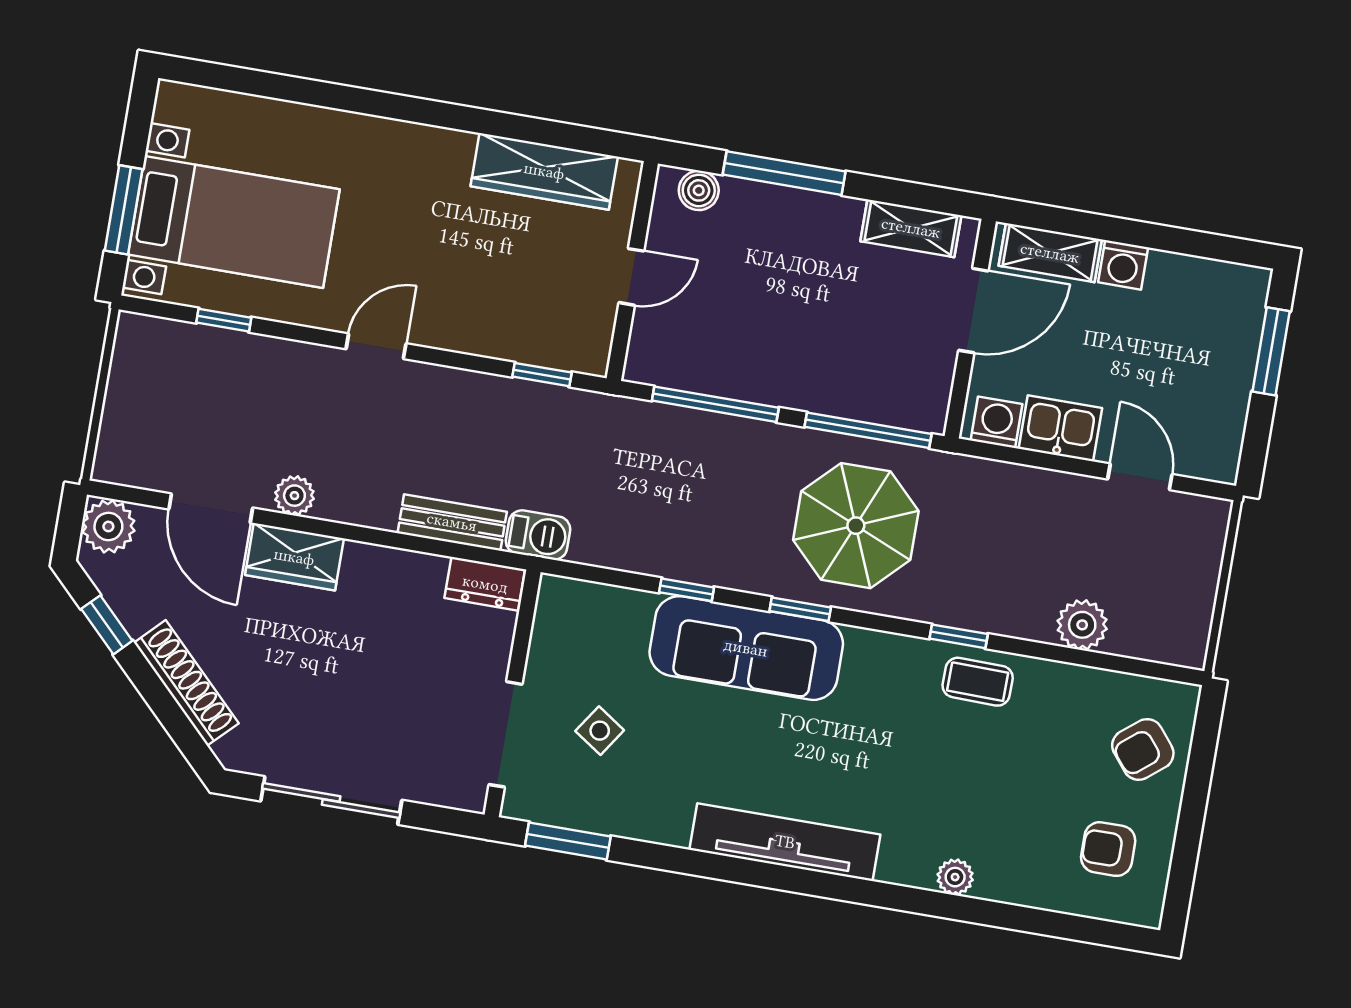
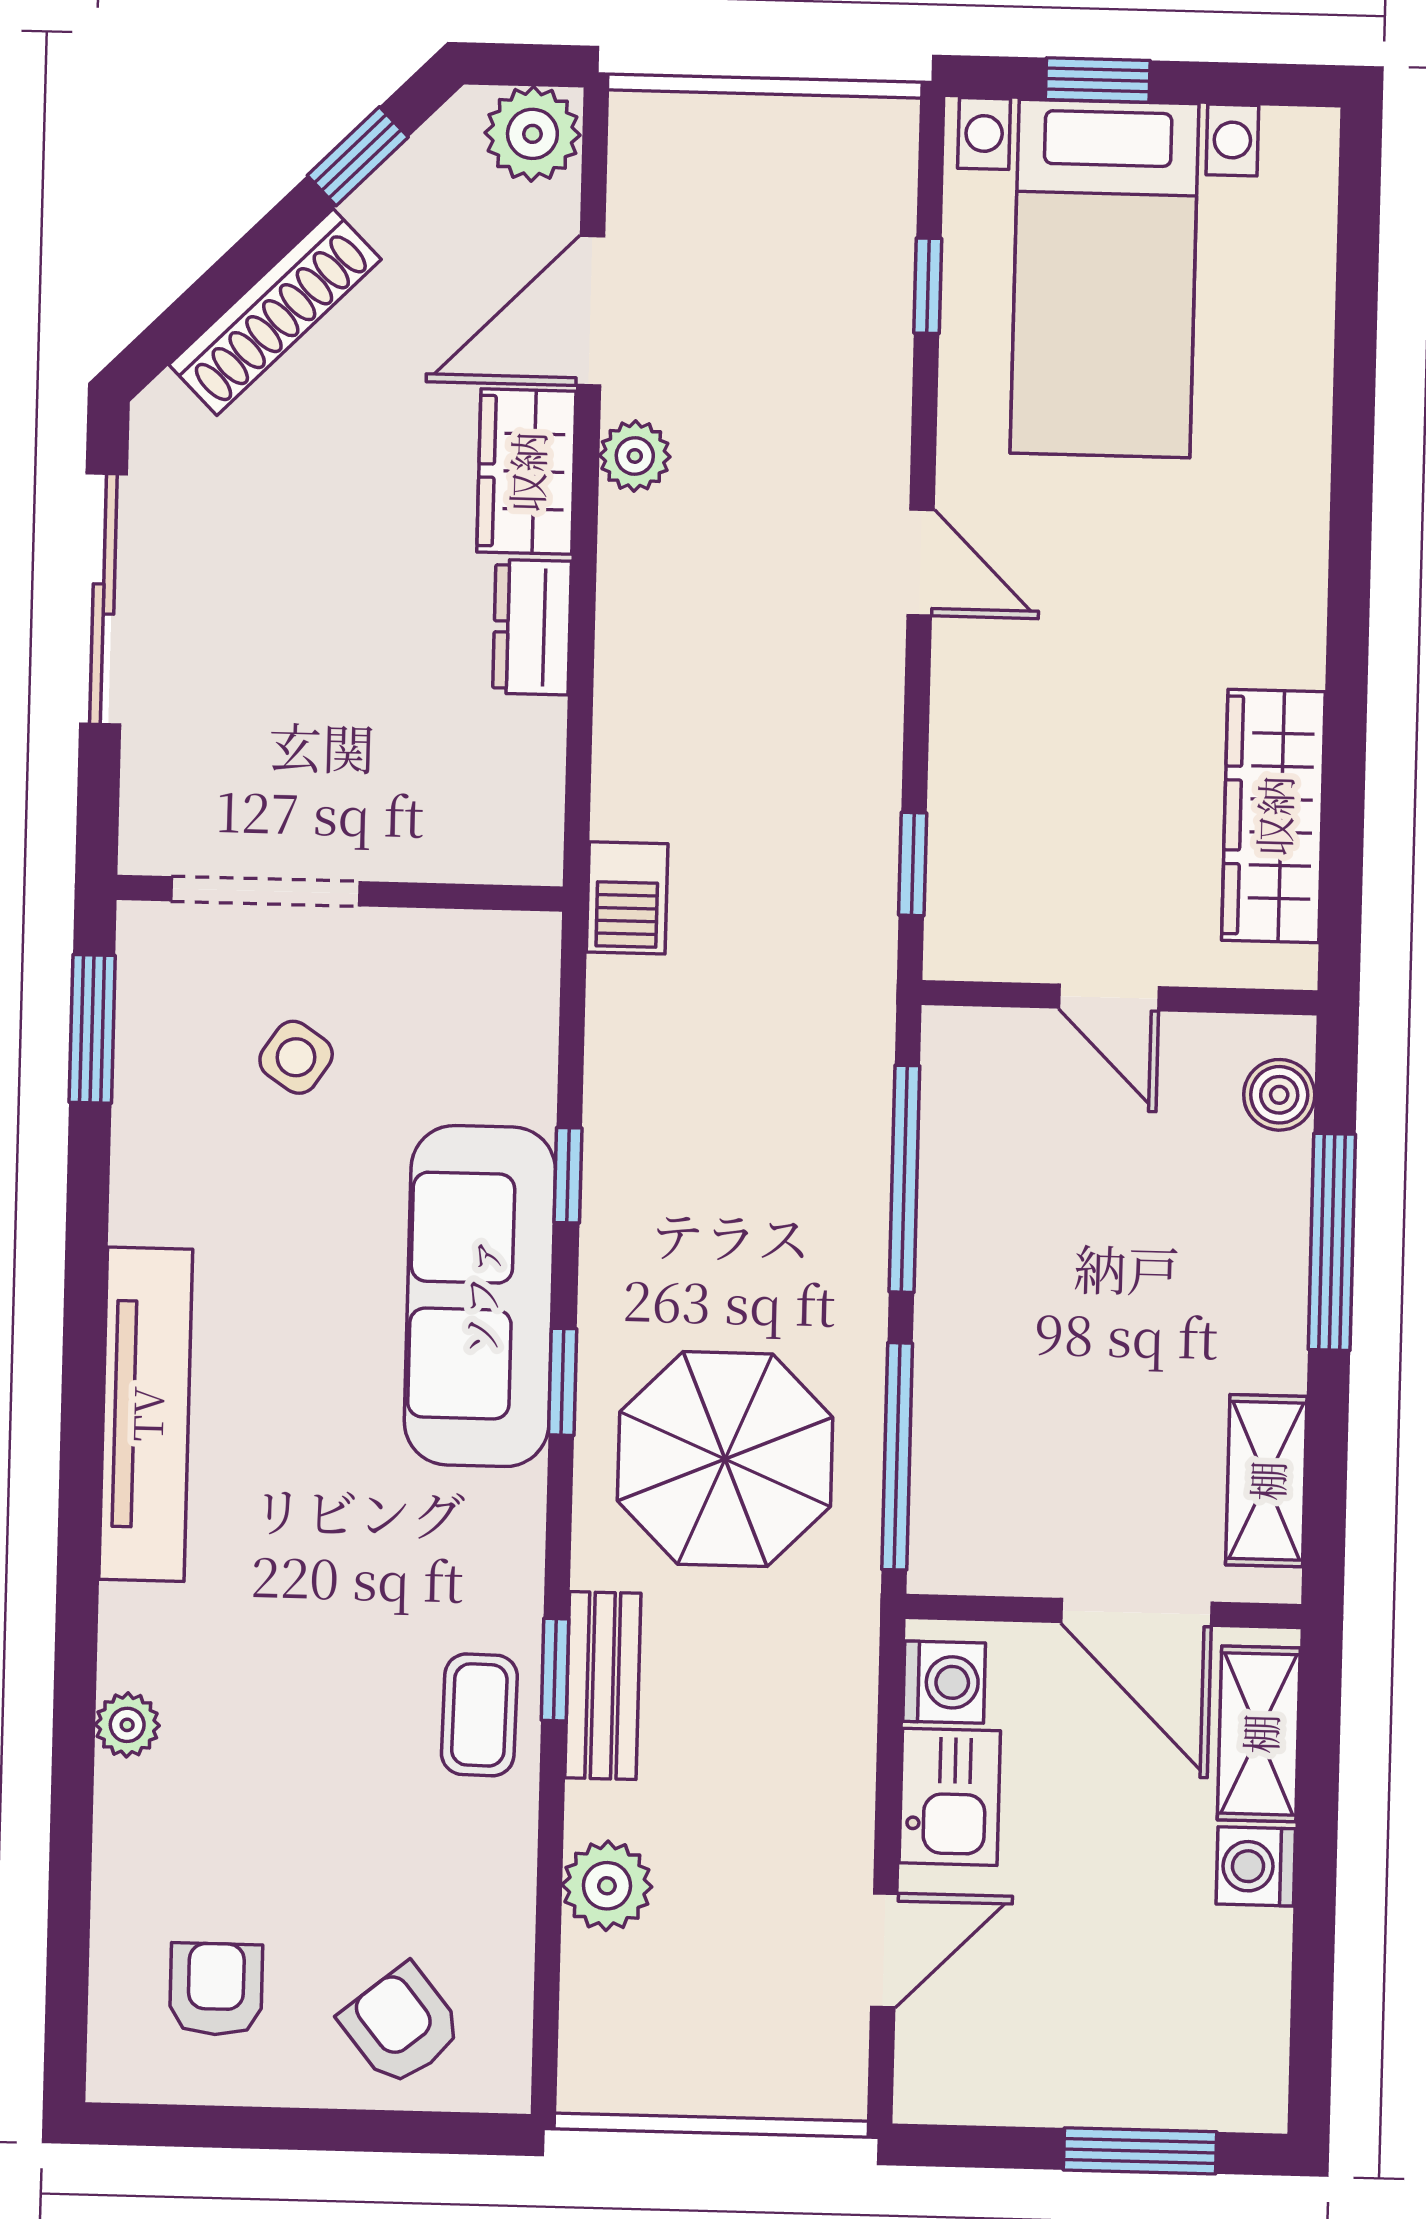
window: (124, 210) -> (1098, 80), width x0.67
bench: (452, 522) -> (603, 1686), moved
dresser: (485, 584) -> (532, 627), moved

